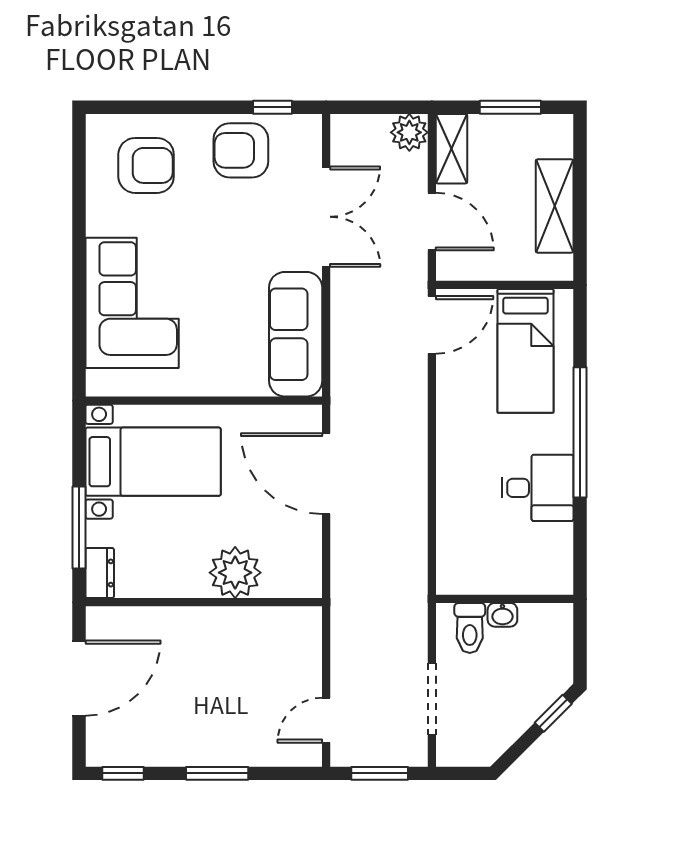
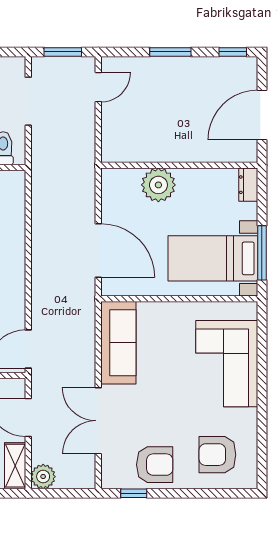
window: (79, 527) -> (262, 253), moved

